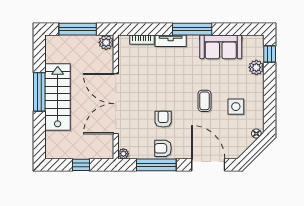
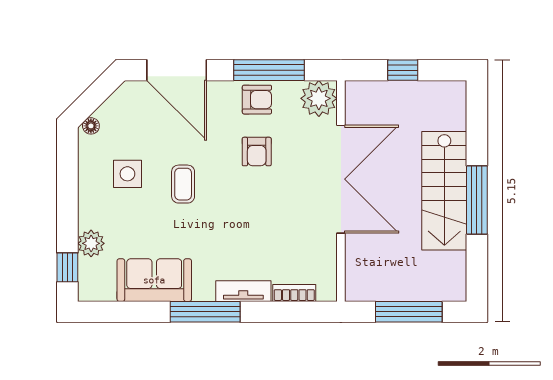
plant: (106, 42) -> (358, 288), removed
plant: (123, 154) -> (319, 98), width x1.88, depth x1.88

